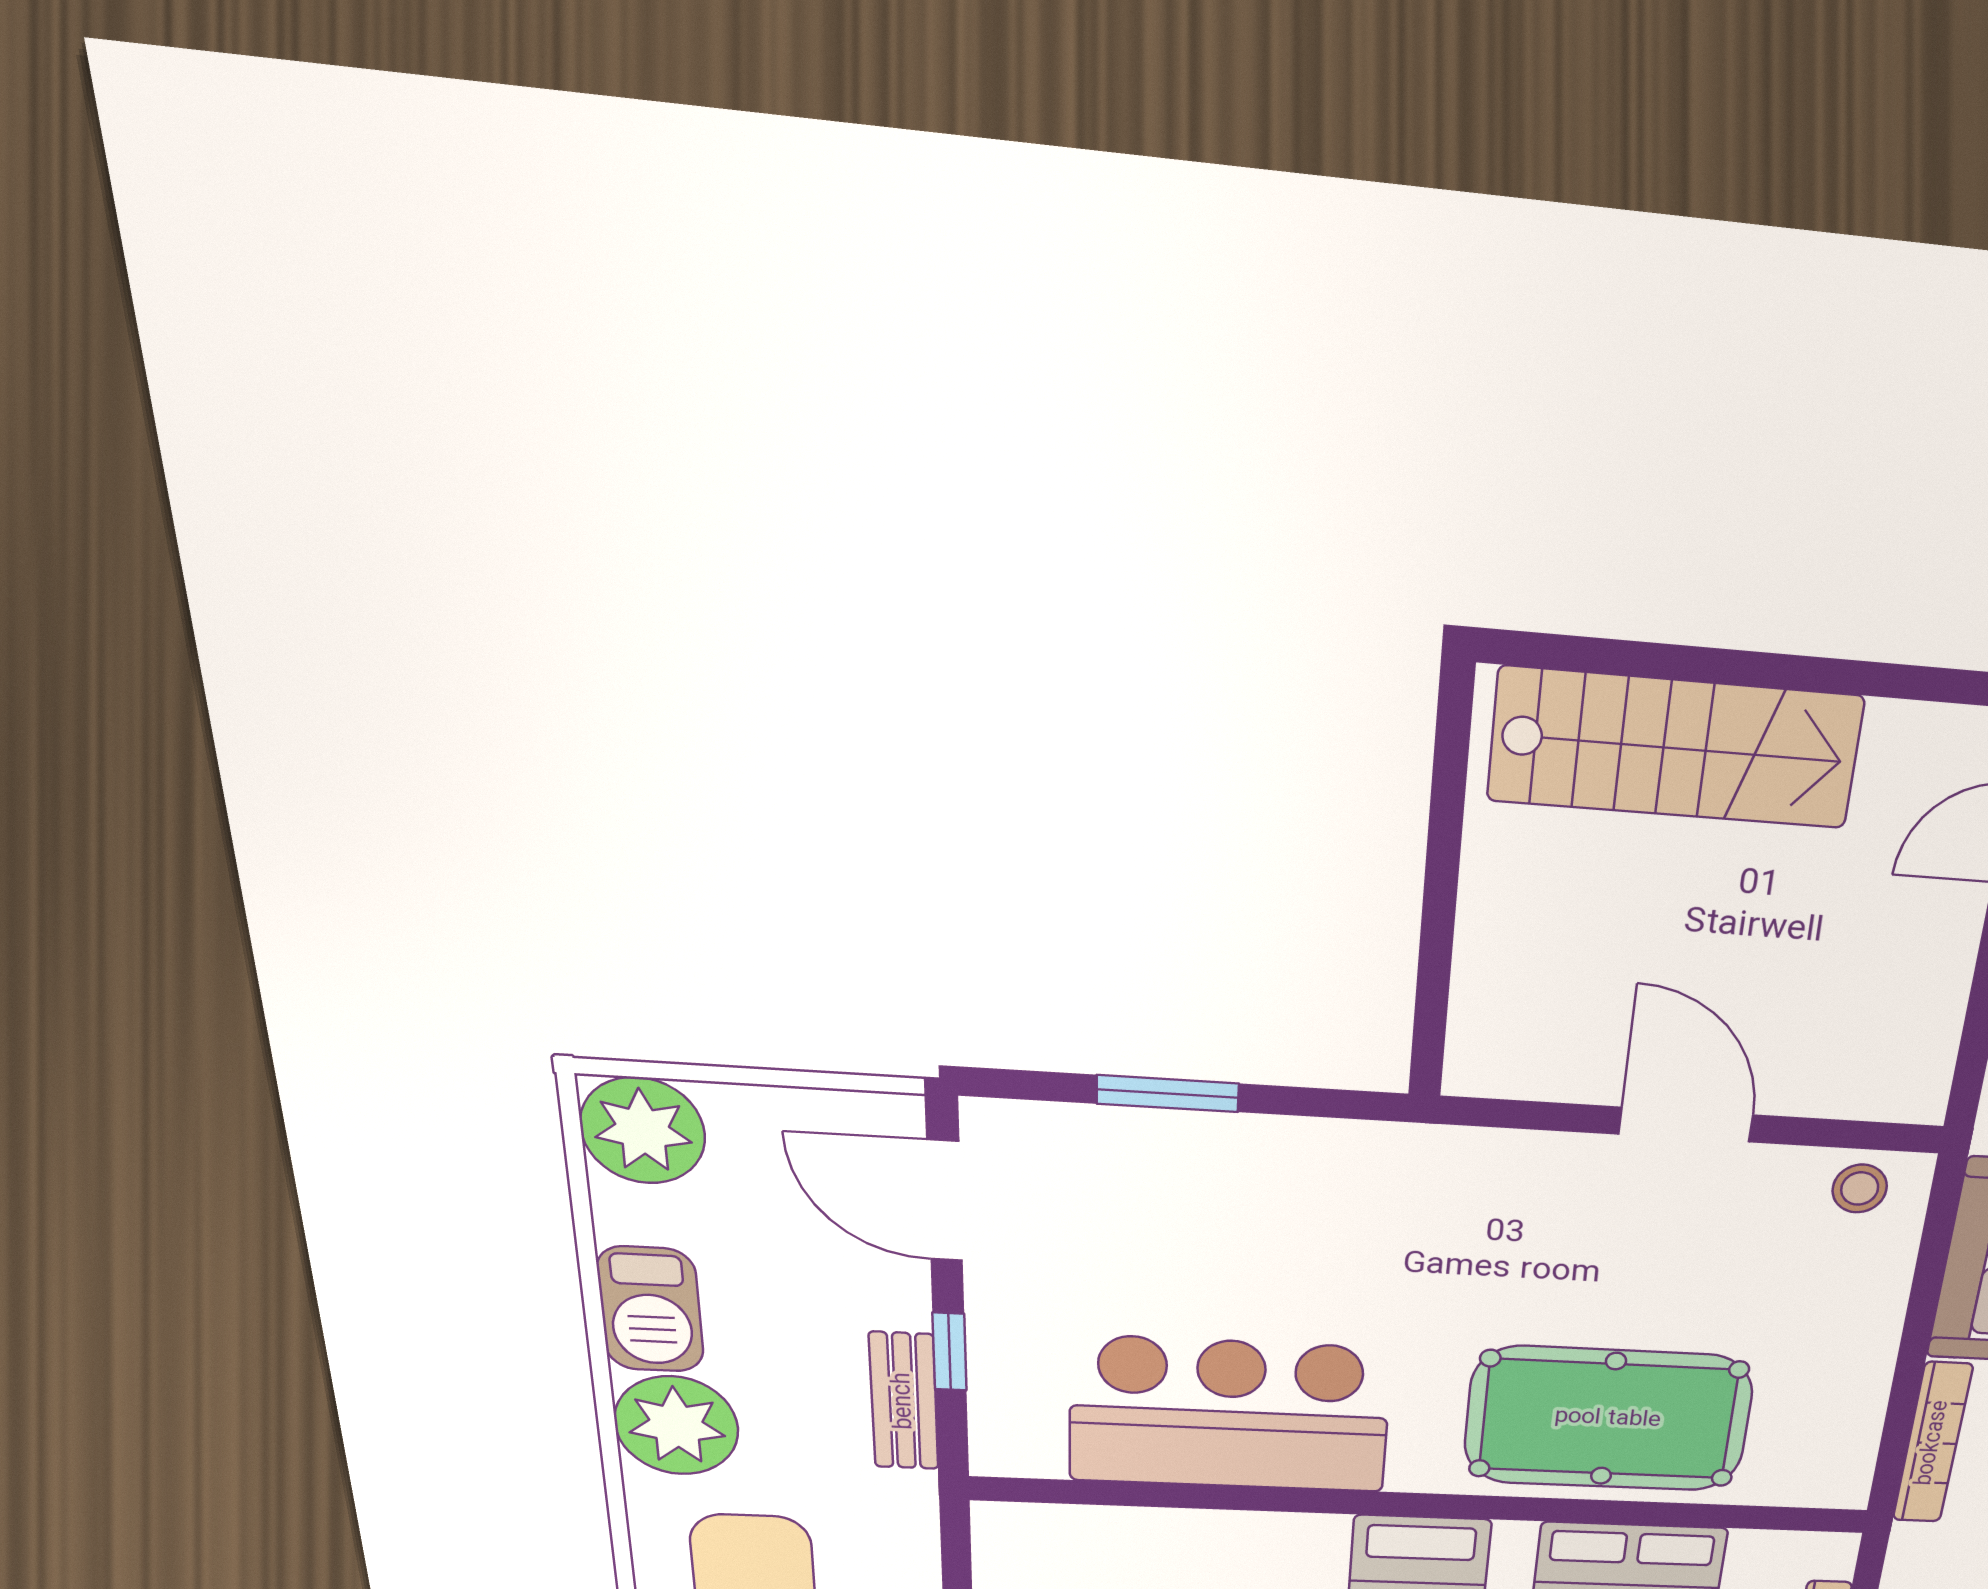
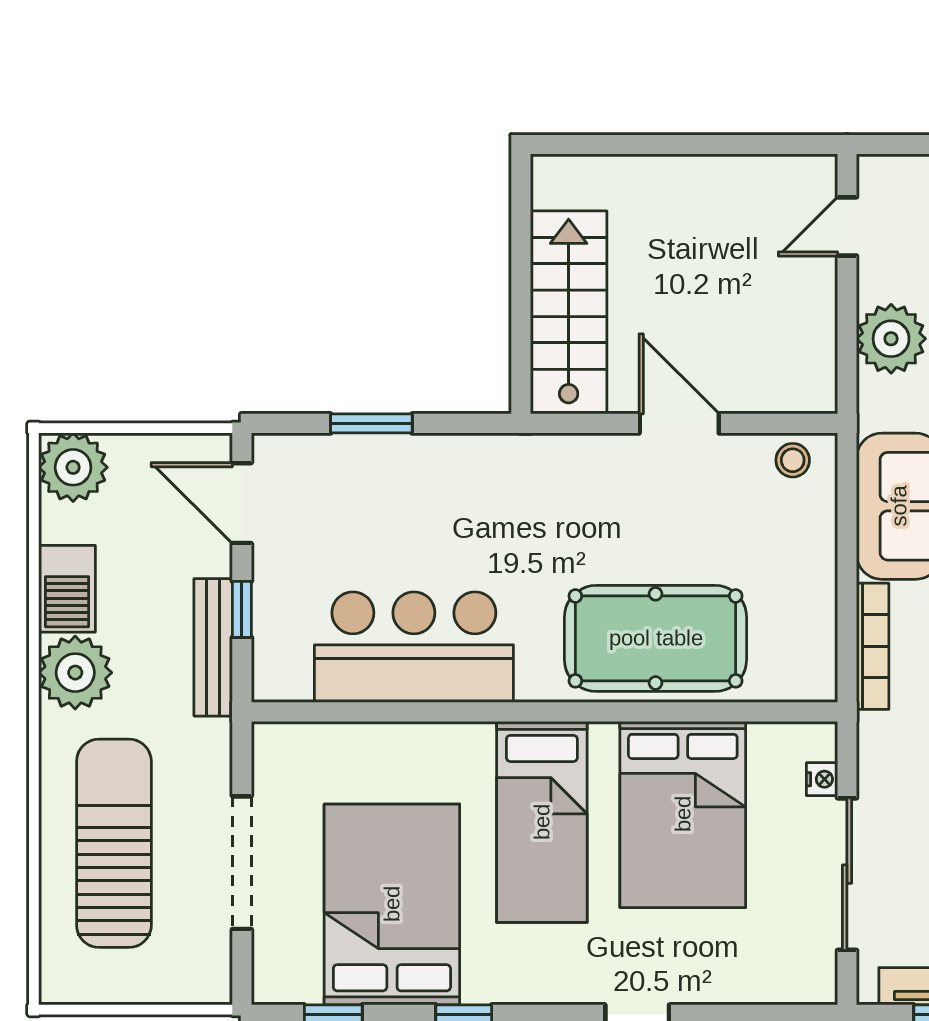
stairs: (1675, 748) -> (569, 312), moved, turned -90
bench: (904, 1401) -> (213, 647), width x1.36

